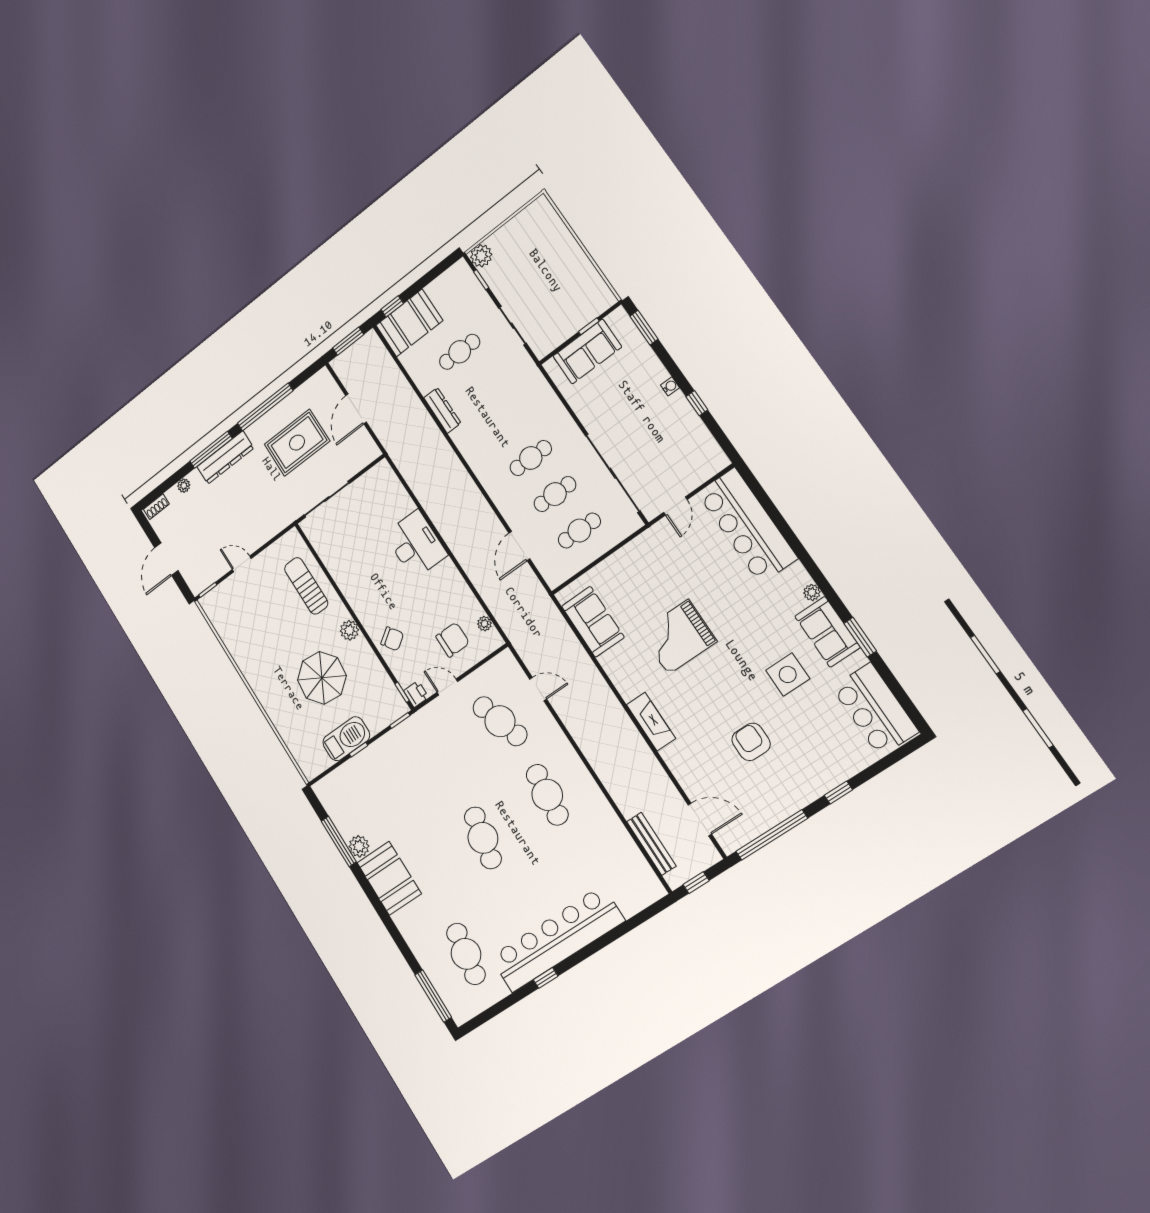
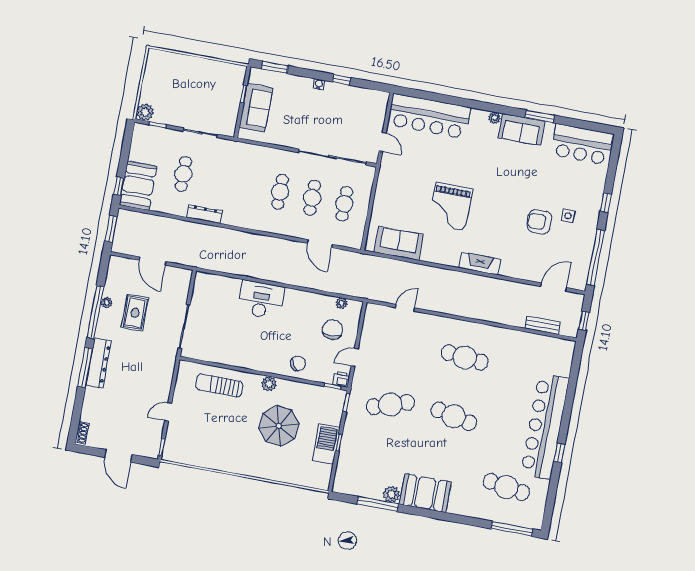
rug: (297, 443) -> (135, 313), width x0.73, depth x0.70
plant: (184, 486) -> (107, 303), moved
side table: (788, 674) -> (568, 216), moved, width x0.54, depth x0.54
cafe table: (500, 721) -> (390, 405), moved
bench: (651, 844) -> (542, 325), width x0.73

